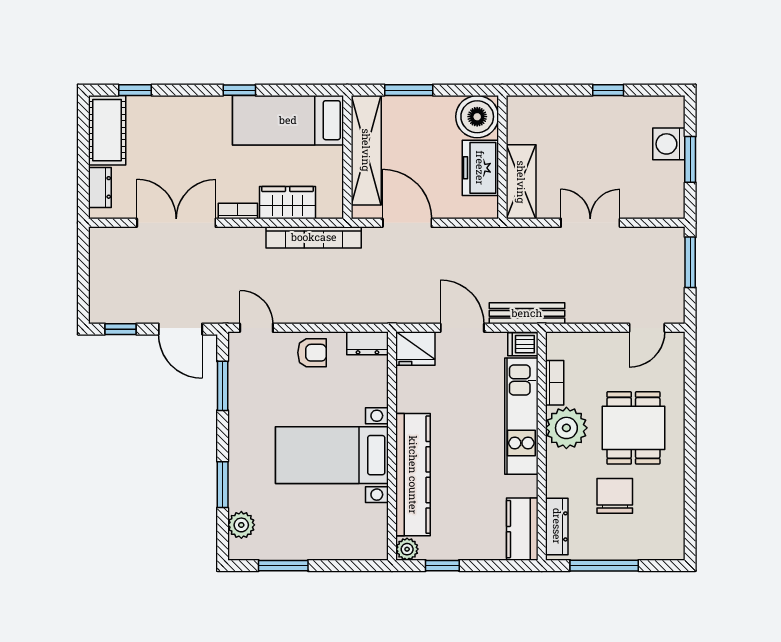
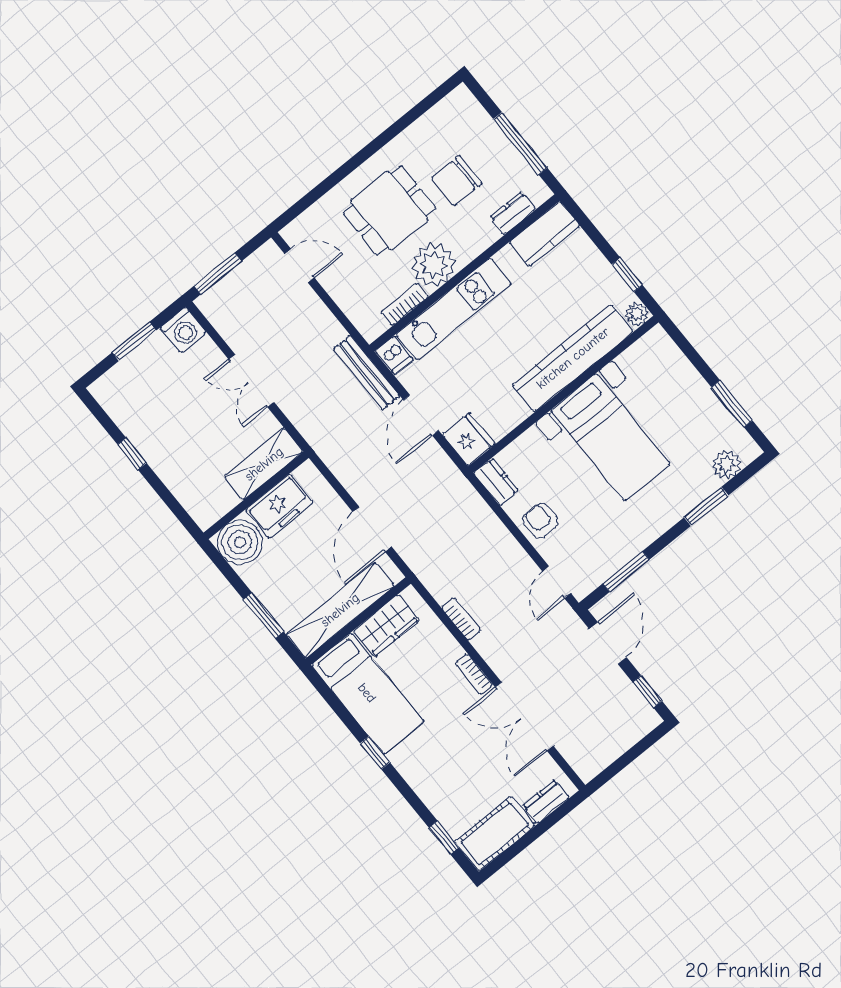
washing machine: (669, 144) -> (183, 330), moved
wardrobe: (288, 203) -> (386, 625), moved, turned -90
bookcase: (314, 237) -> (461, 619), width x0.43, depth x0.76
dresser: (557, 526) -> (513, 213), width x0.70

